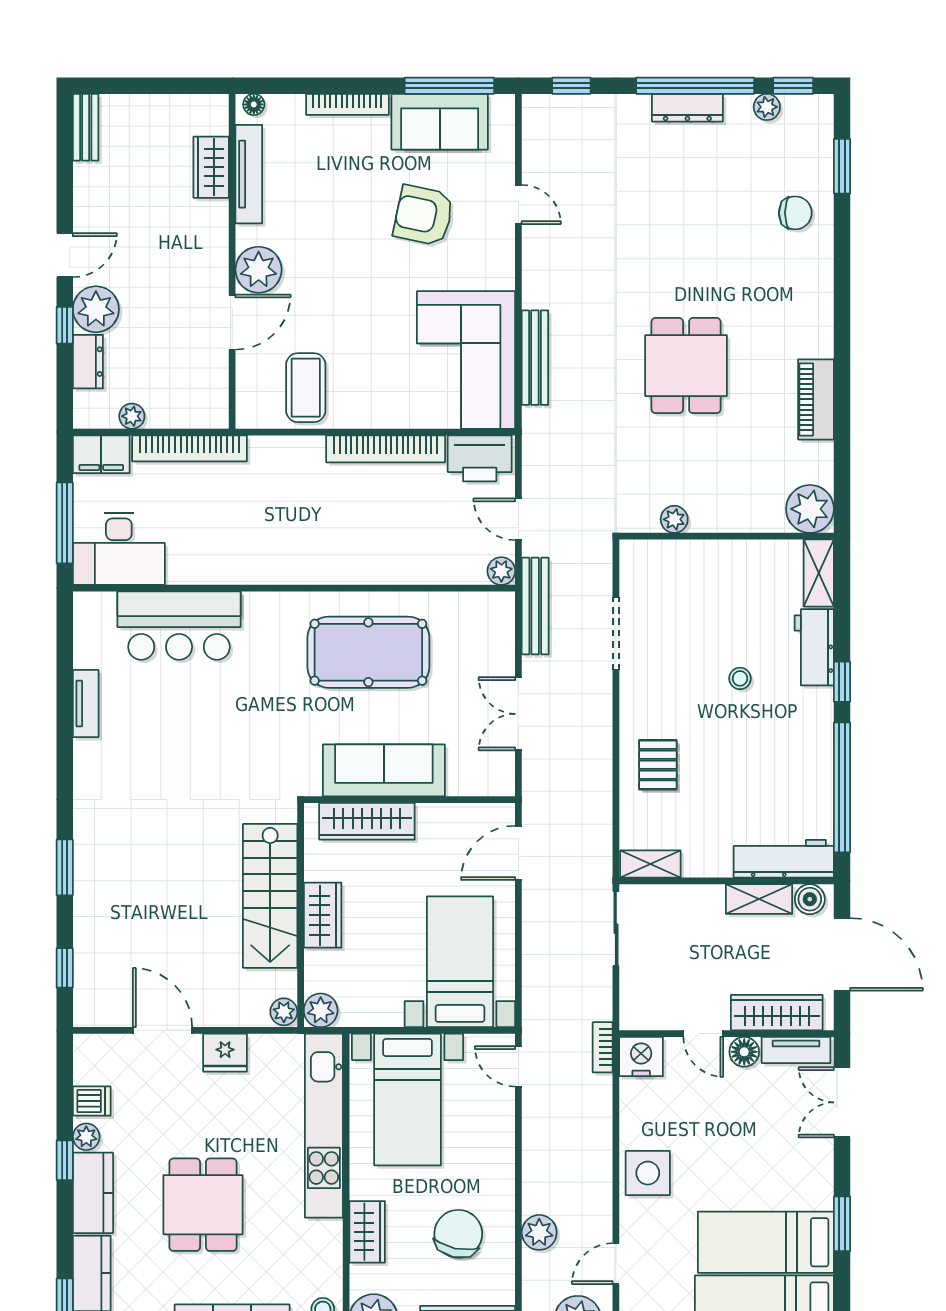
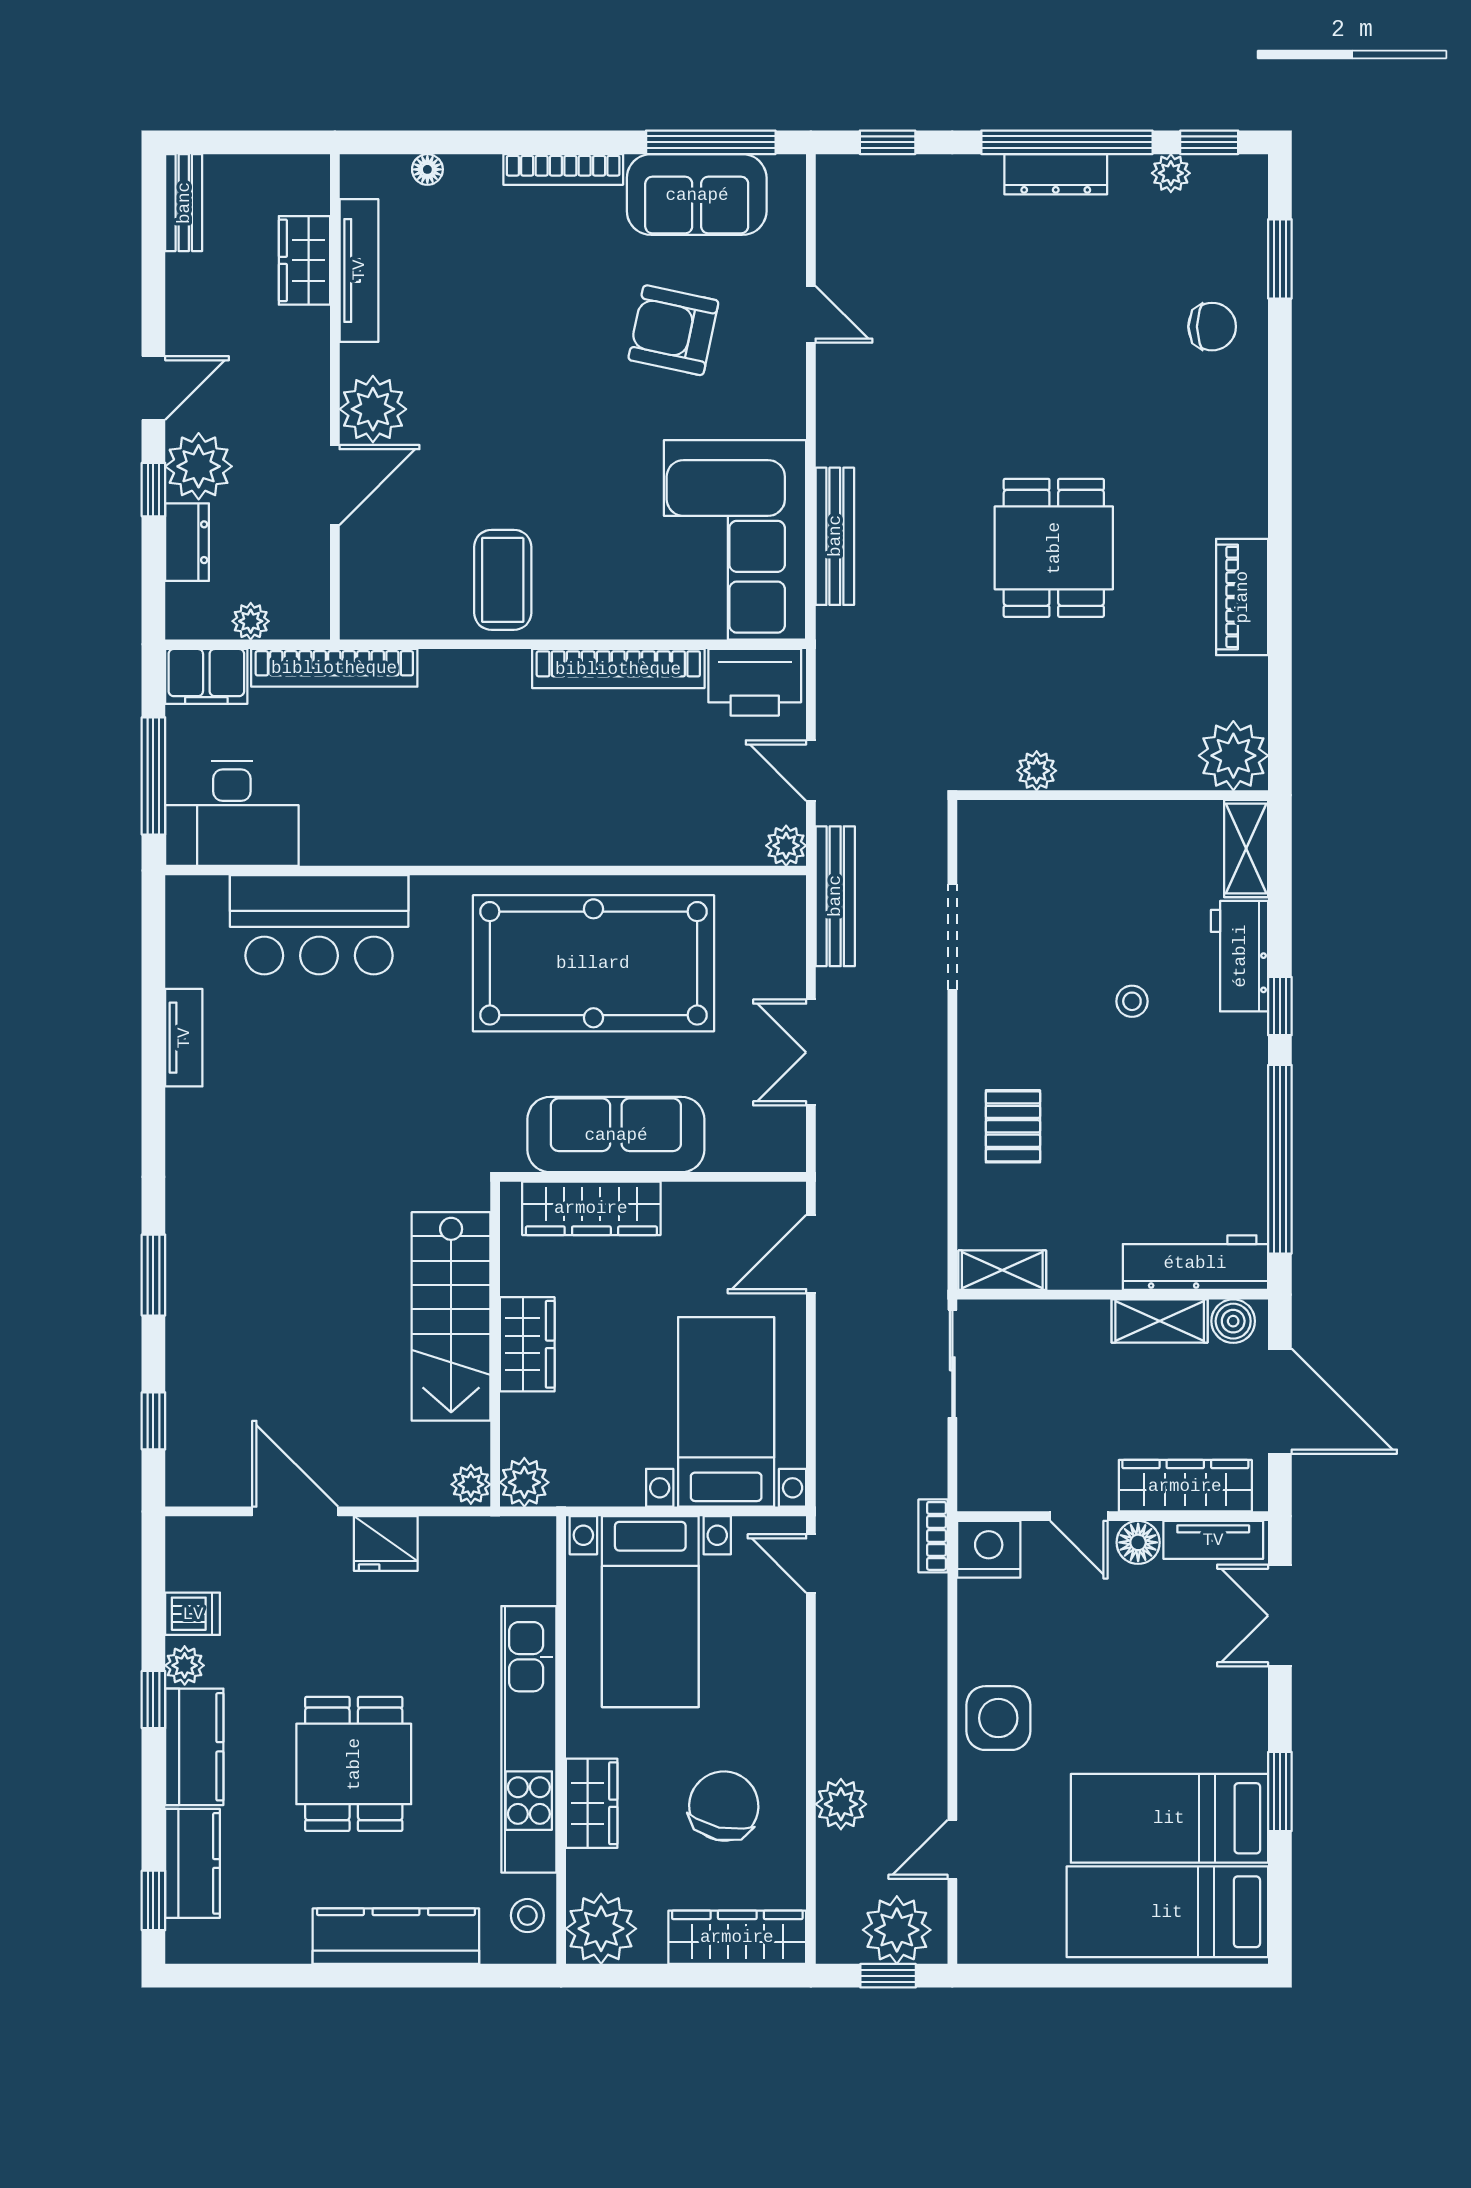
wardrobe: (211, 167) -> (304, 260), moved
tv unit: (249, 174) -> (359, 270), moved
wall: (232, 261) -> (335, 397), moved
plant: (259, 270) -> (373, 409), moved
door: (232, 322) -> (335, 485), moved
pool table: (368, 652) -> (593, 963), width x1.36, depth x1.32
kitchen unit: (324, 1126) -> (529, 1739), moved

